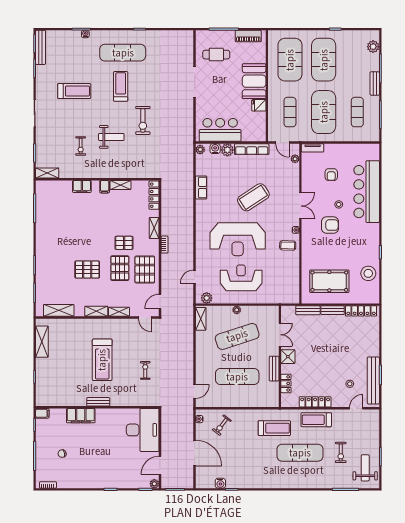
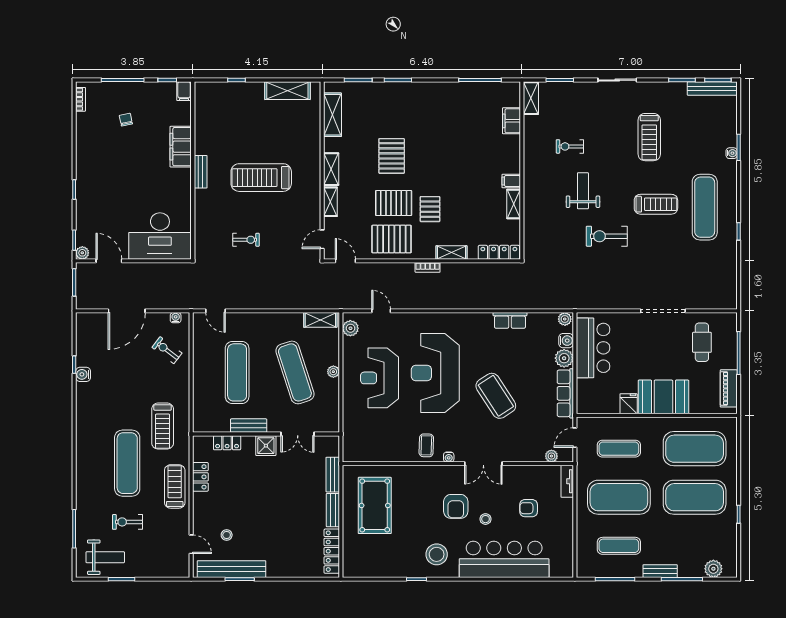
weight bench: (111, 137) -> (583, 191), turned 180
filing cabinet: (82, 186) -> (511, 121), moved
stool: (368, 273) -> (437, 554), moved
reception desk: (241, 278) -> (379, 378), turned 180
locker: (315, 402) -> (200, 477), width x0.66
water cooler: (220, 483) -> (83, 374), moved

